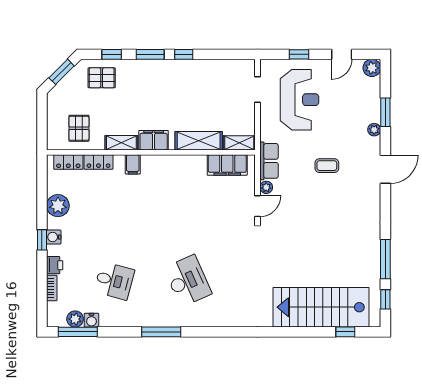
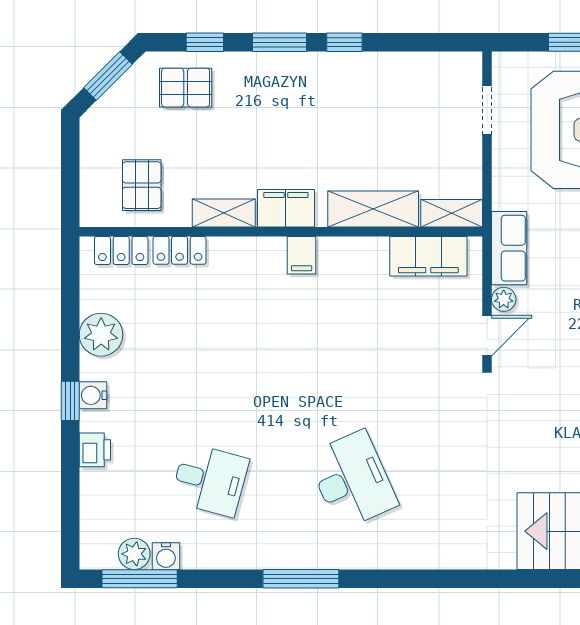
filing cabinet: (133, 164) -> (302, 255), moved
bookcase: (52, 288) -> (89, 494), removed

